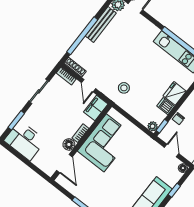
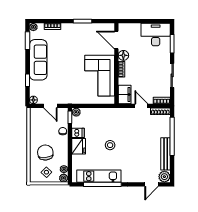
stool: (124, 88) -> (110, 145), moved

